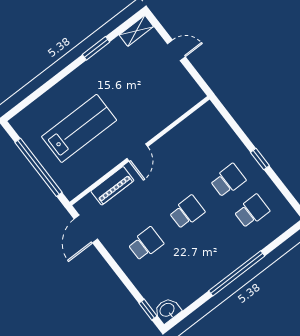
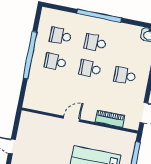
door: (137, 152) -> (71, 119), moved
window: (260, 159) -> (30, 55), width x3.17
school desk: (211, 243) -> (95, 43), added

